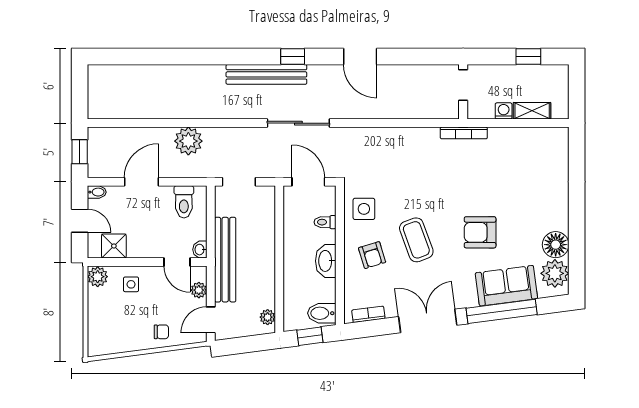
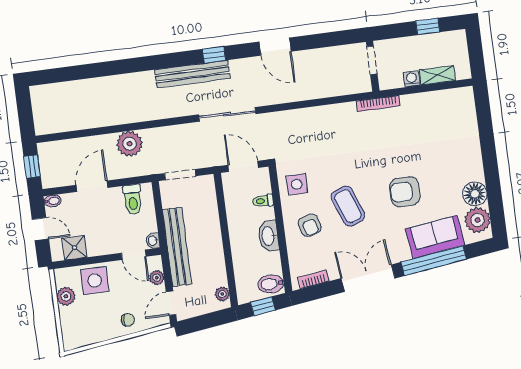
plant: (98, 277) -> (66, 296), moved
side table: (131, 284) -> (95, 281), width x1.87, depth x1.87

